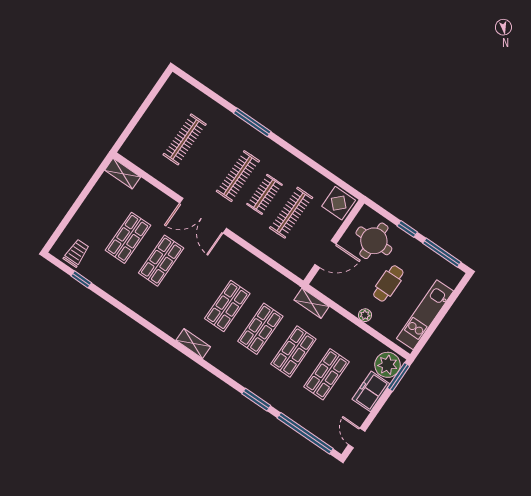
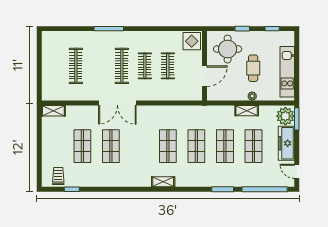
clothes rail: (291, 213) -> (168, 66), width x0.73
window: (442, 253) -> (272, 29), width x0.46
shelving: (311, 303) -> (247, 111), moved
freezer: (371, 391) -> (286, 143), width x1.40

